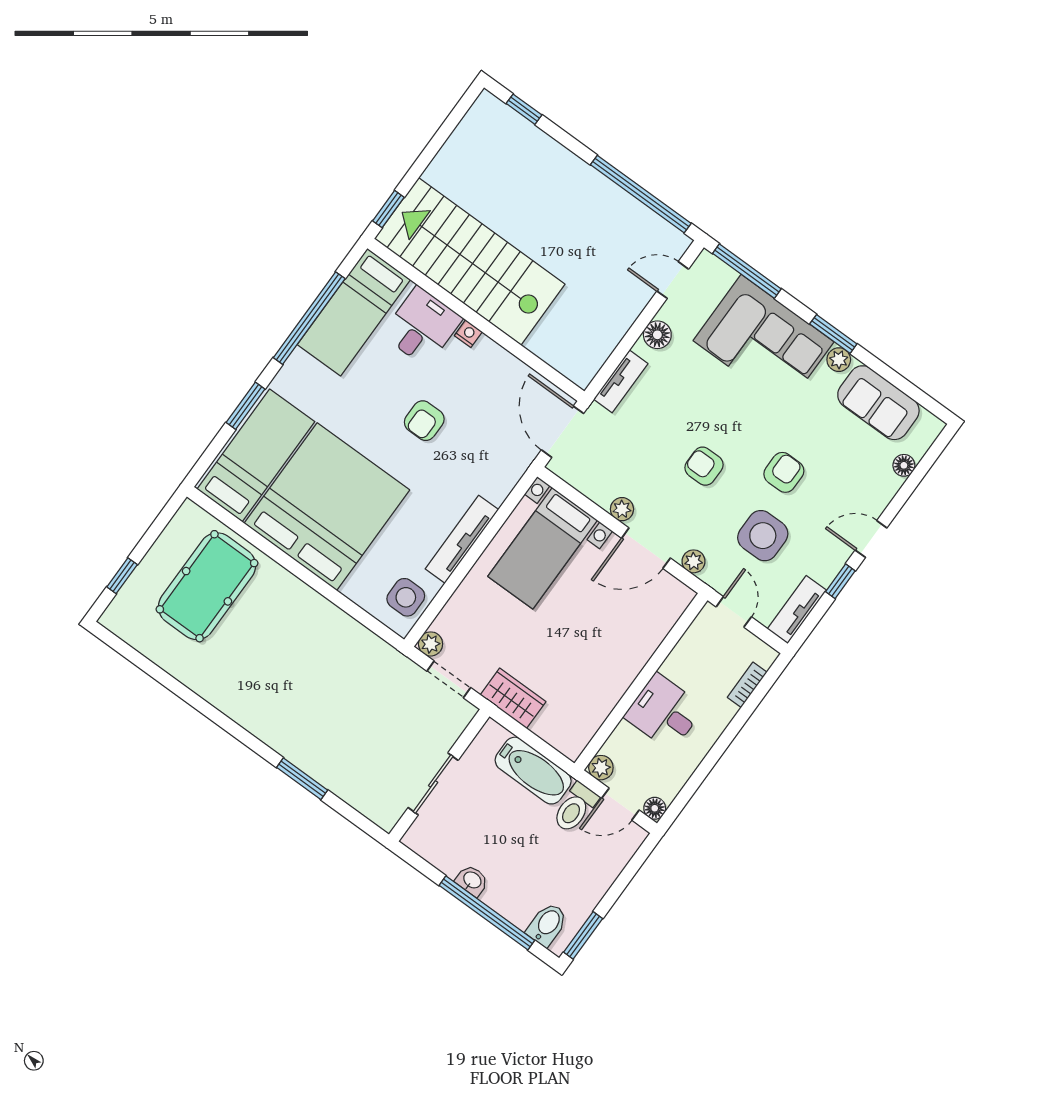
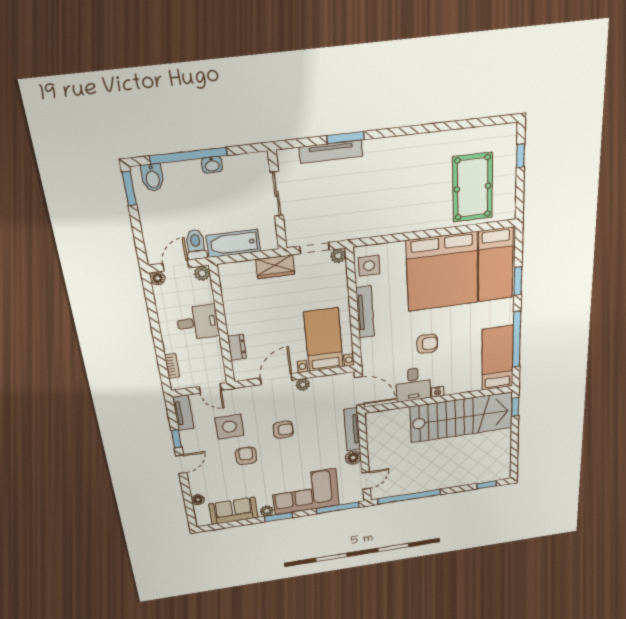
desk: (422, 327) -> (413, 384), moved
tv unit: (621, 381) -> (352, 429), width x1.41
armchair: (424, 421) -> (427, 344), turned 90
armchair: (784, 472) -> (246, 456), turned 180
plant: (694, 561) -> (249, 392), removed
dresser: (651, 637) -> (237, 347), added
tv unit: (332, 777) -> (331, 152), added

